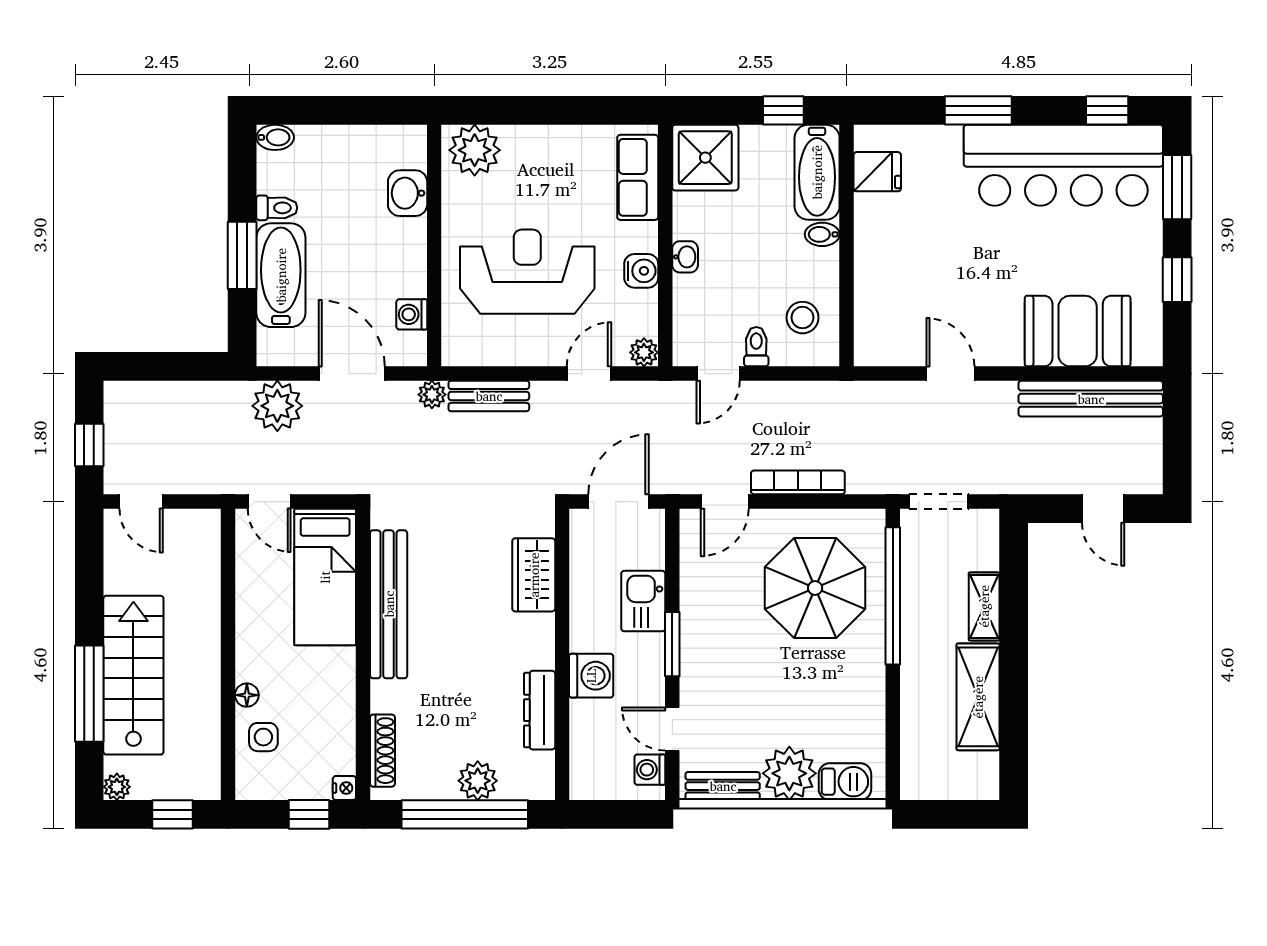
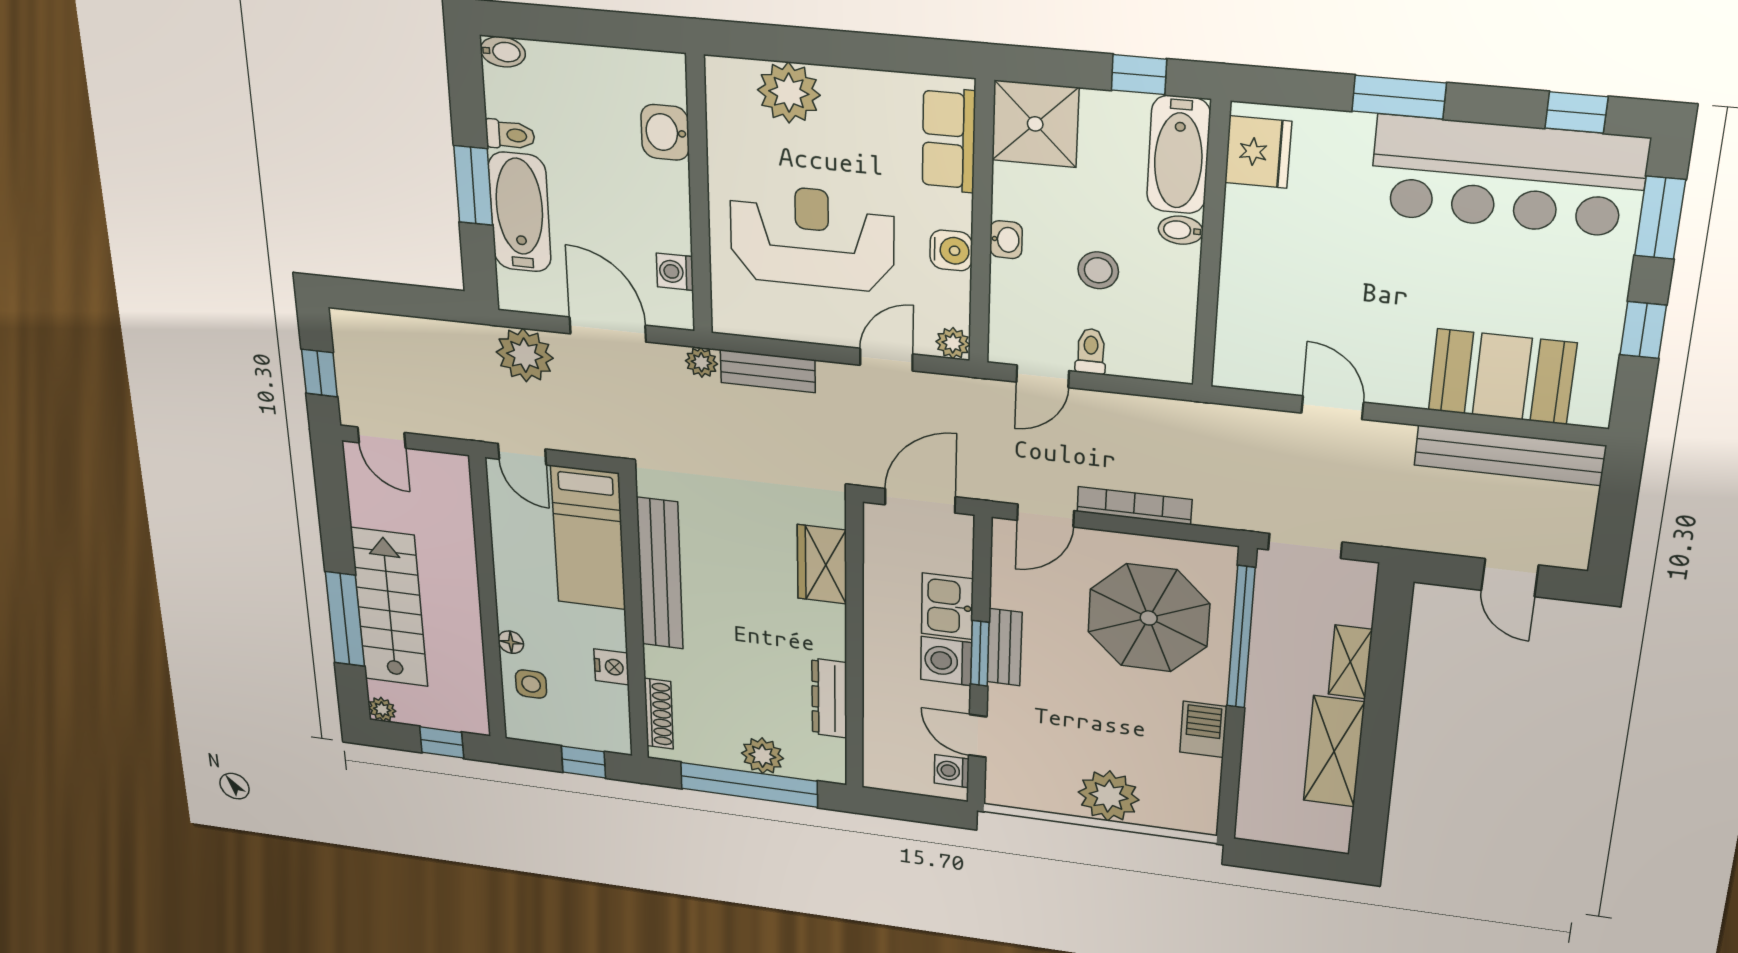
plant: (475, 150) -> (789, 93), moved
fridge: (877, 172) -> (1258, 152), width x1.38
stool: (802, 318) -> (1098, 270), moved
washing machine: (591, 676) -> (946, 661), moved, turned 180
barbecue: (845, 782) -> (1203, 729), moved, turned -90
bench: (723, 786) -> (1004, 647), moved, turned 90
nightstand: (344, 788) -> (612, 667), moved, width x1.39, depth x1.35

